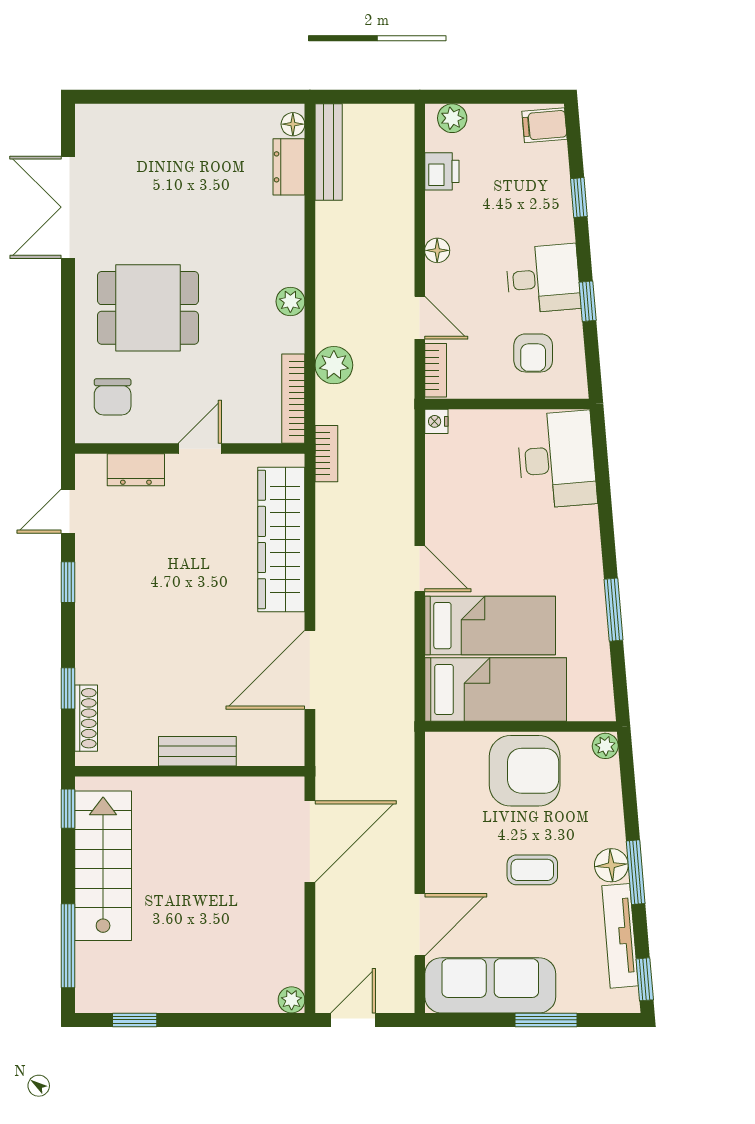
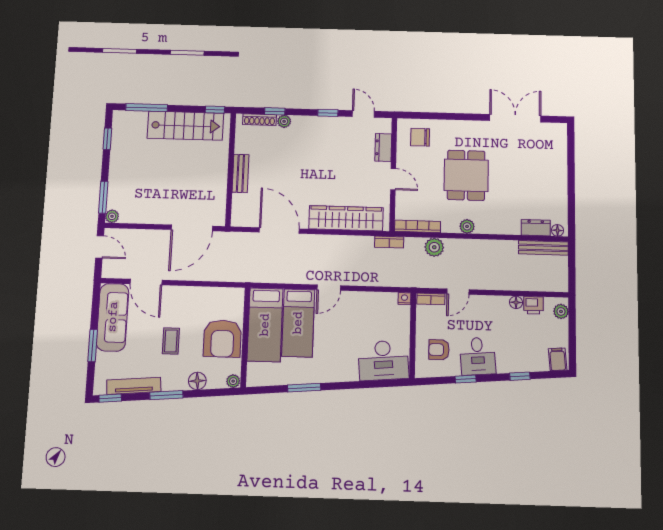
floor lamp: (437, 250) -> (516, 302), moved
dining table: (148, 308) -> (466, 175), moved
plant: (88, 669) -> (284, 121), added
door: (310, 841) -> (192, 228), hinge flipped
floor lamp: (611, 865) -> (197, 381), moved
window: (254, 1020) -> (103, 197), added

